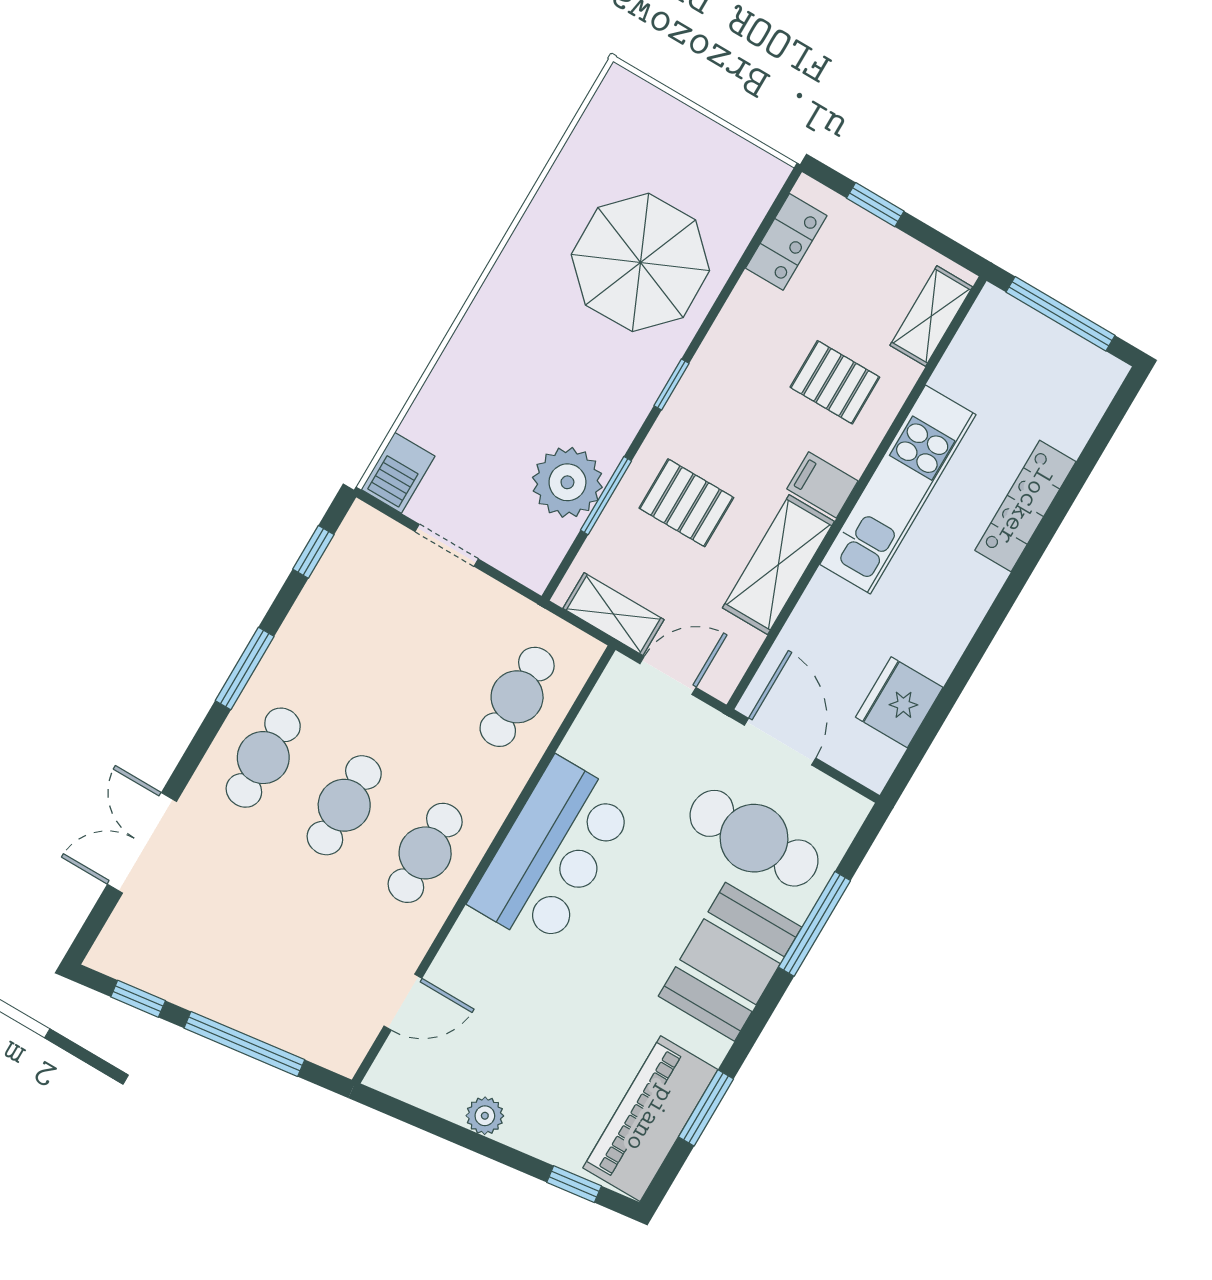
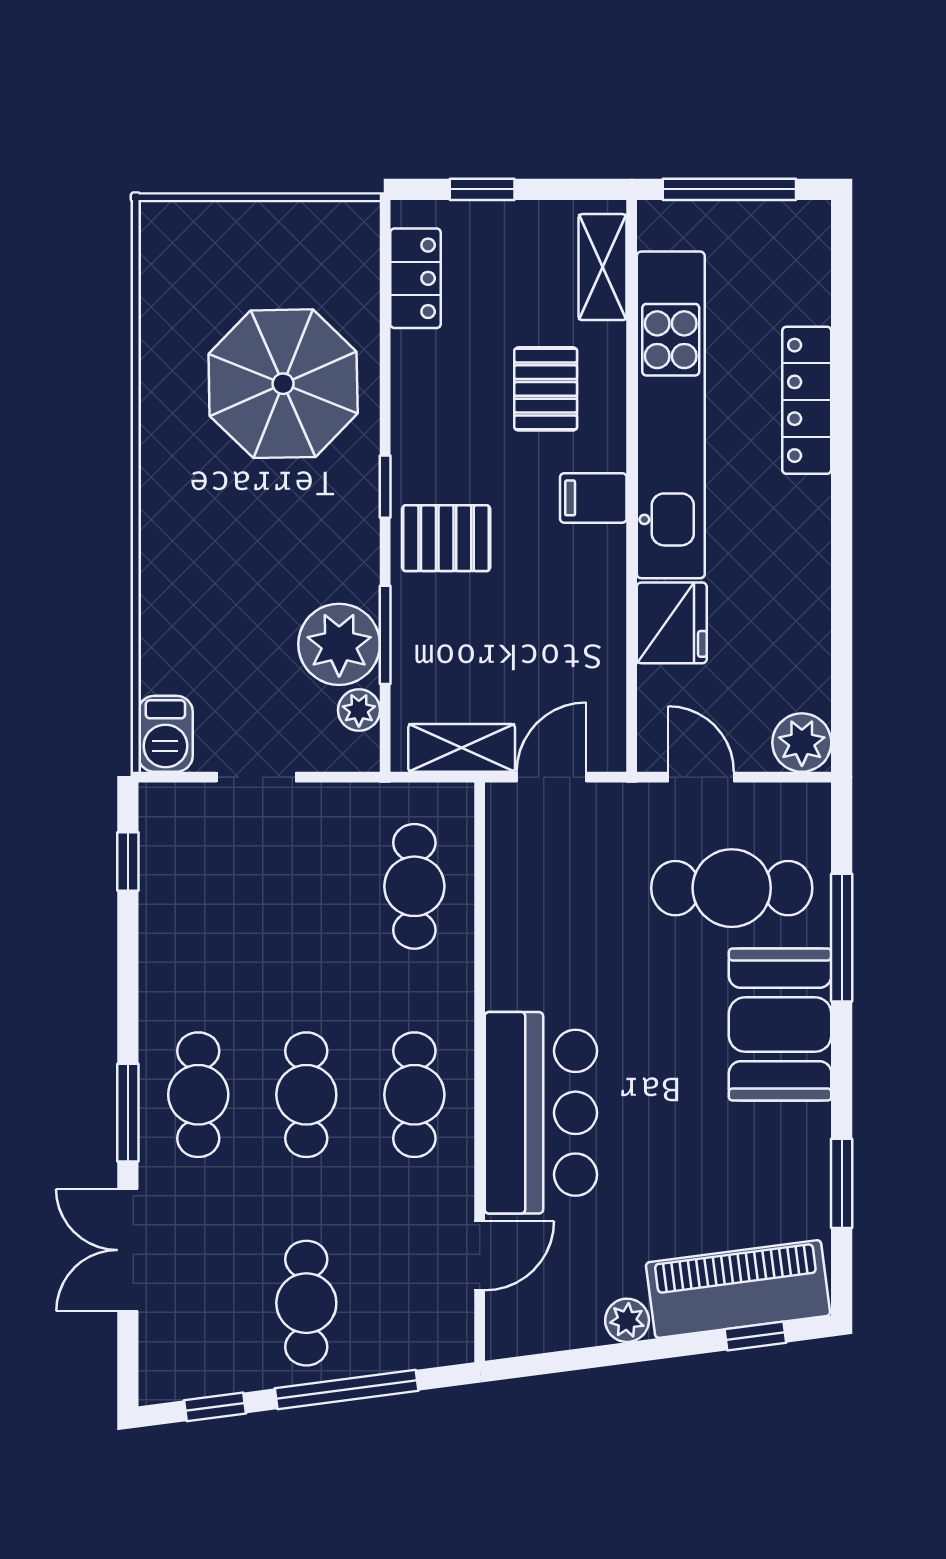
pallet: (835, 382) -> (546, 389), turned 90
kitchen unit: (898, 489) -> (671, 415), width x1.36
pallet: (686, 503) -> (446, 538), moved
plant: (553, 540) -> (359, 710), added
shelving: (778, 565) -> (596, 603), removed
window: (245, 669) -> (128, 1113), moved
fridge: (899, 702) -> (672, 623), moved, turned 180
door: (780, 742) -> (701, 777), width x0.73
plant: (871, 760) -> (802, 743), added
bar counter: (552, 853) -> (541, 1113), moved
cafe table: (252, 961) -> (306, 1303), added
piano: (650, 1119) -> (738, 1289), moved, turned 83

